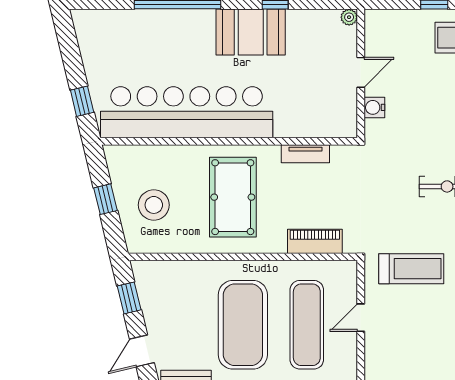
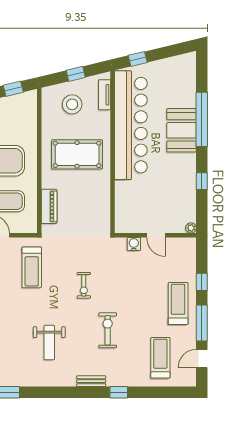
booth: (251, 32) -> (182, 130), moved
tv unit: (305, 154) -> (105, 95), moved

